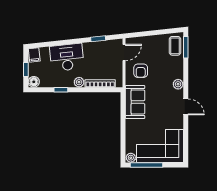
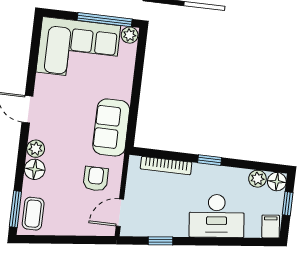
floor lamp: (177, 72) -> (35, 169), added
plant: (79, 82) -> (257, 179), moved
window: (61, 90) -> (210, 160), moved

